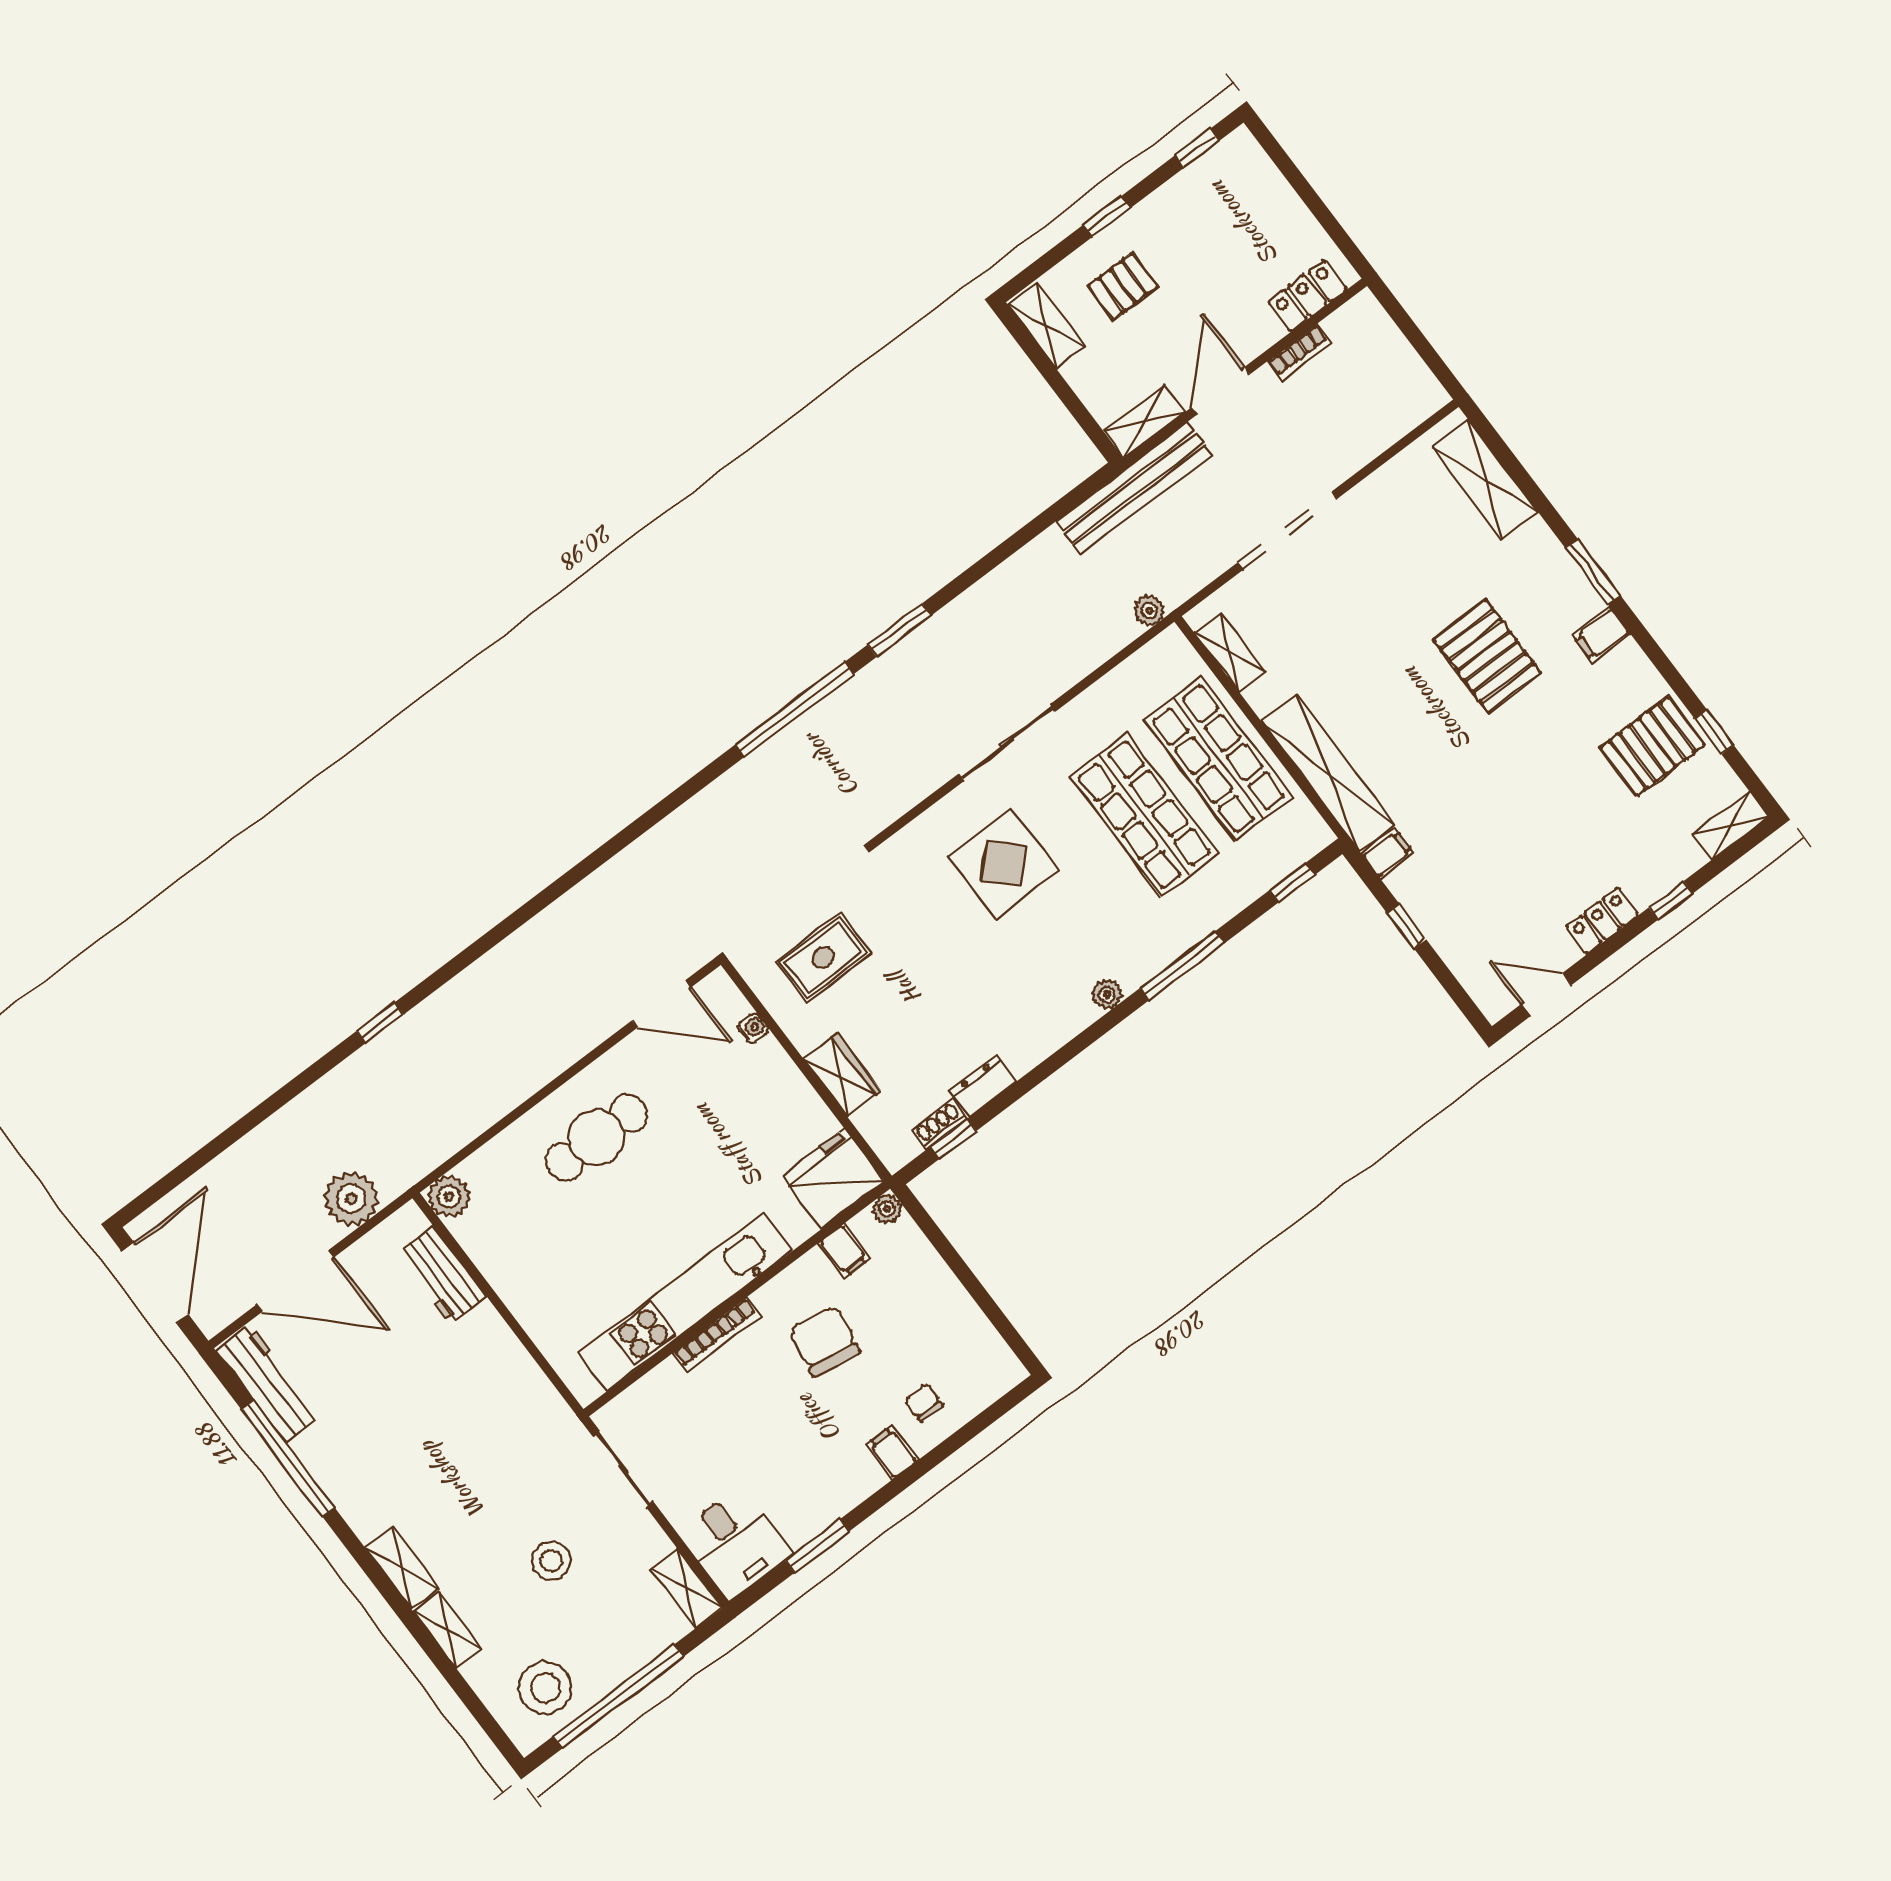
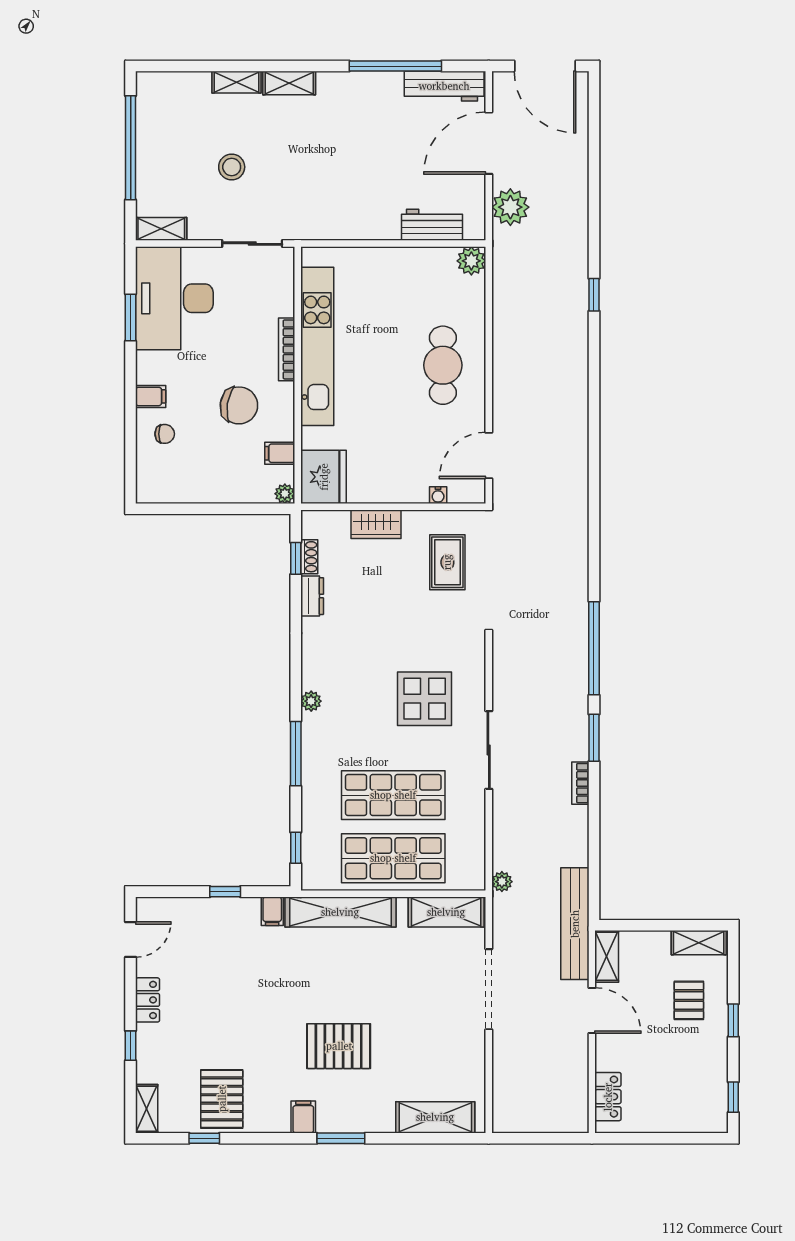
bookcase: (1300, 353) -> (580, 783), moved
shelving: (1230, 652) -> (446, 912), width x1.50, depth x1.33
desk: (736, 1543) -> (174, 298), width x1.87, depth x1.30
stool: (545, 1688) -> (165, 112), removed

